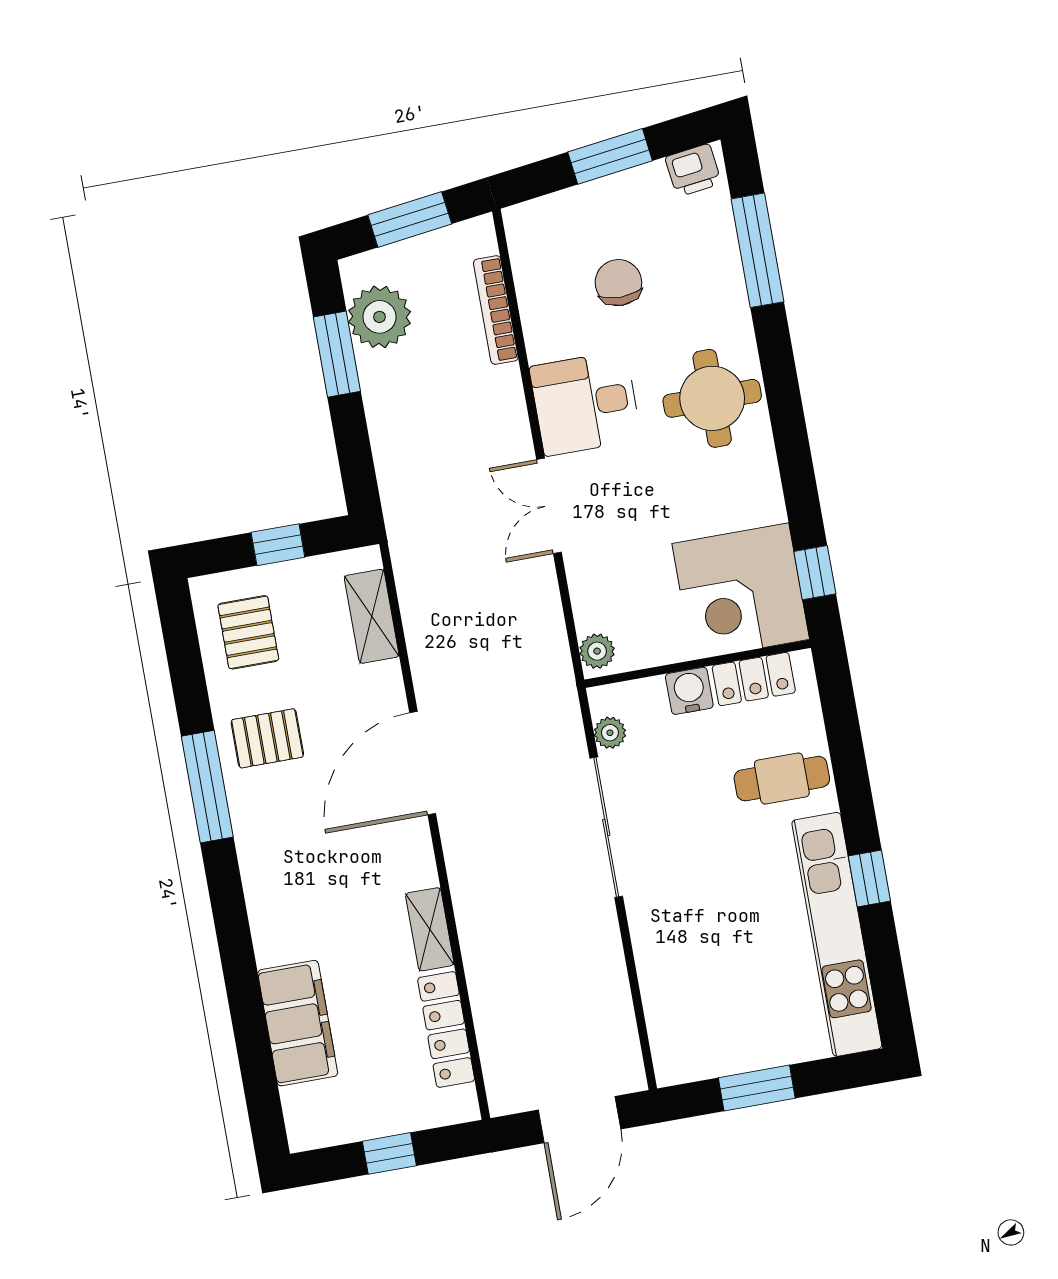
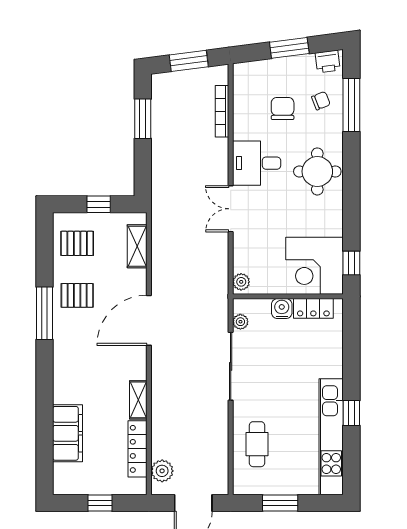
chair: (694, 253) -> (321, 101), added
plant: (379, 317) -> (162, 471), moved, width x0.73, depth x0.73
pallet: (248, 632) -> (77, 243), turned 90
cafe table: (782, 779) -> (257, 444), moved, turned 90

